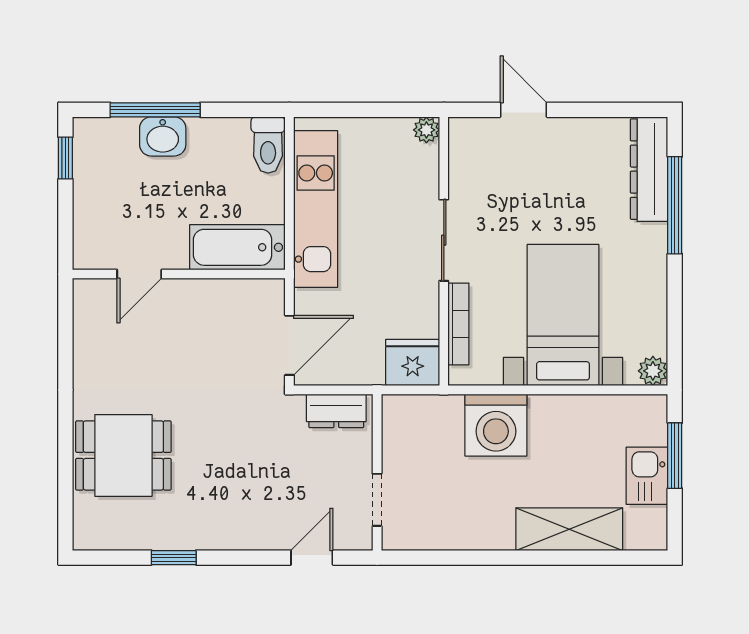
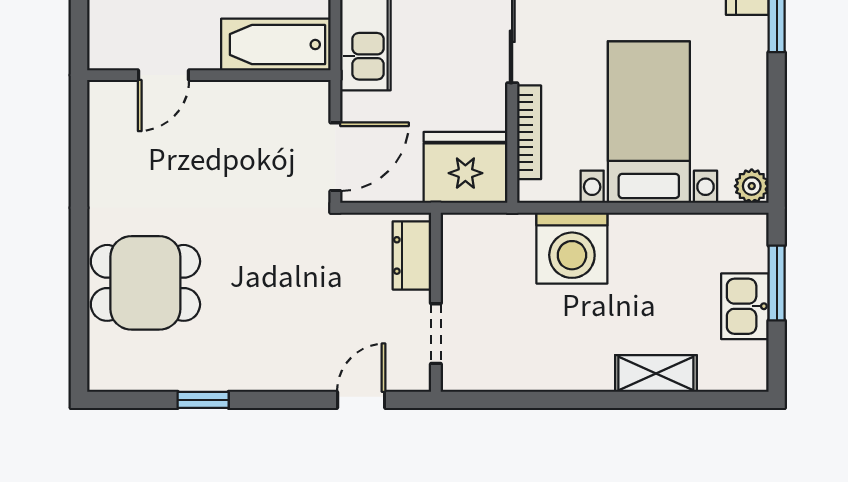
fridge: (413, 362) -> (465, 167), width x1.36, depth x1.34
dresser: (336, 411) -> (412, 255), moved, turned 90
shelving: (569, 529) -> (656, 373), width x0.67, depth x0.75

